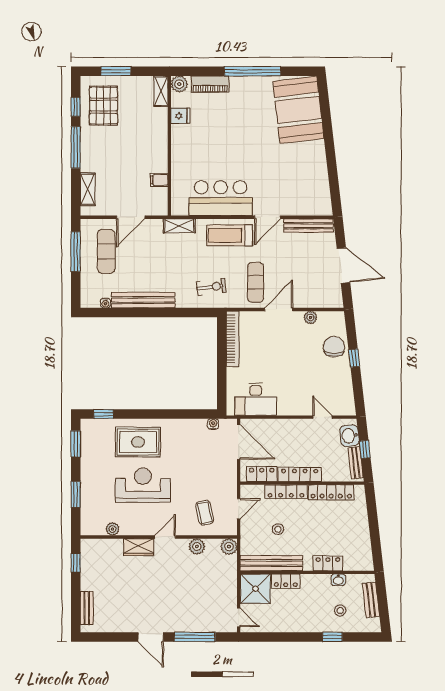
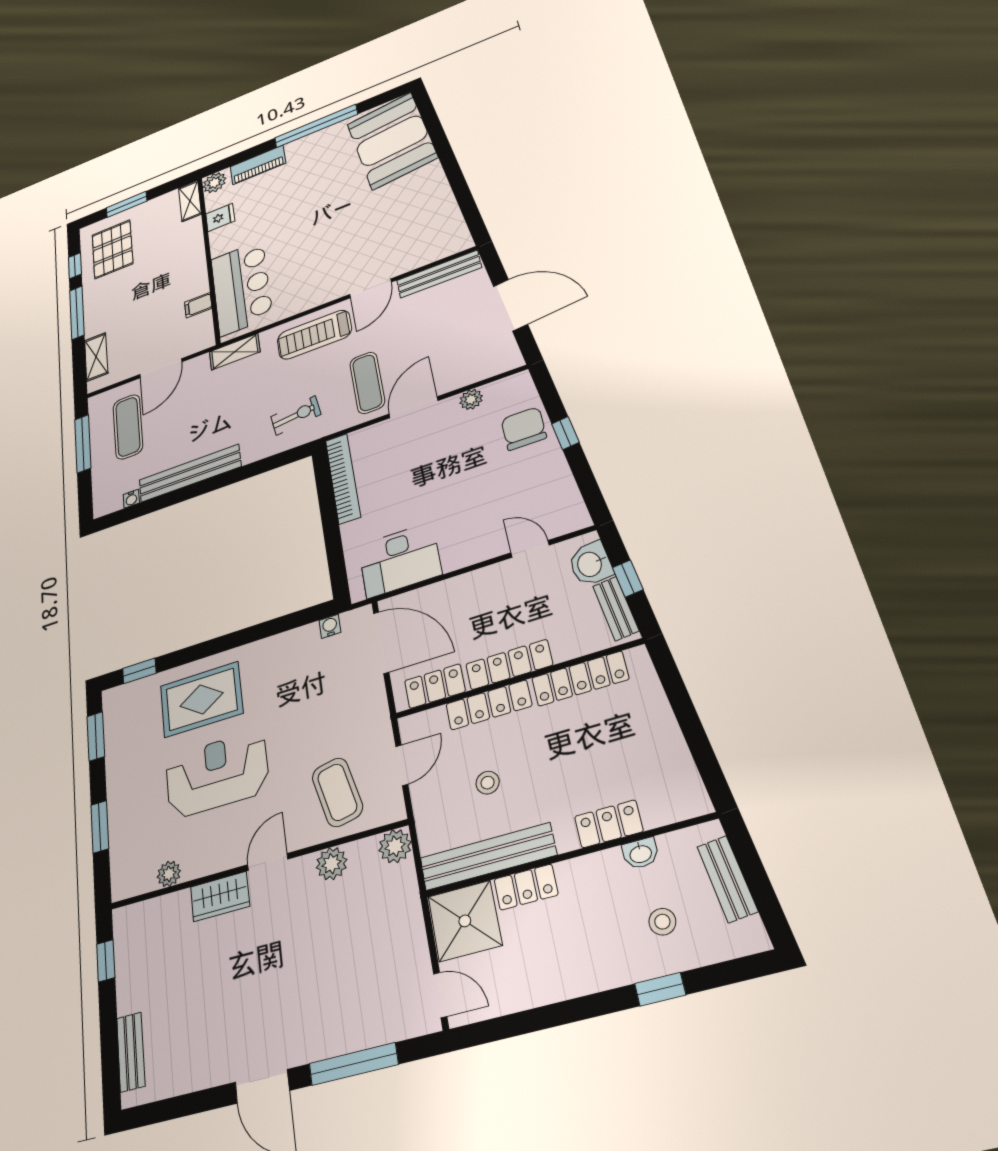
bar counter: (221, 198) -> (241, 288), moved, turned 90
coffee table: (205, 513) -> (337, 792), width x1.36, depth x1.30

